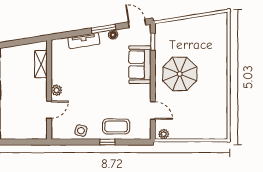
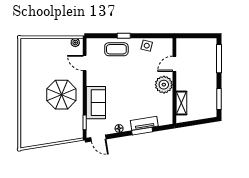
window: (104, 29) -> (142, 131), moved
plant: (57, 90) -> (164, 85), width x1.87, depth x1.87

